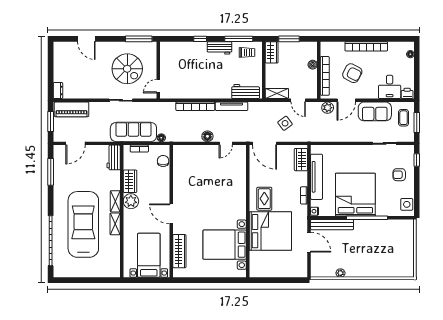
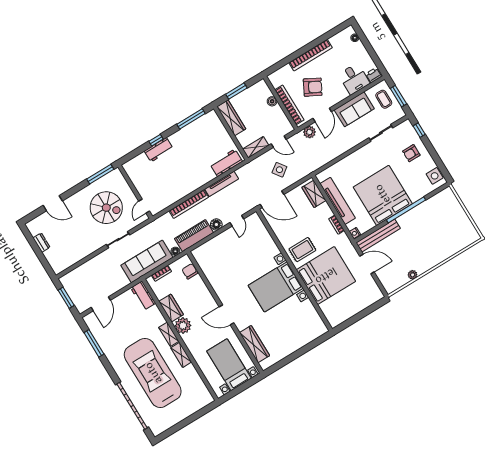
workbench: (219, 48) -> (159, 150), moved
trolley: (247, 52) -> (206, 127), removed
wardrobe: (272, 52) -> (231, 118), width x1.50
dresser: (58, 91) -> (41, 243), moved
piano: (72, 109) -> (194, 236), moved, turned 180
rug: (264, 199) -> (302, 250), turned 90
bed with nightstands: (225, 245) -> (276, 287), moved

